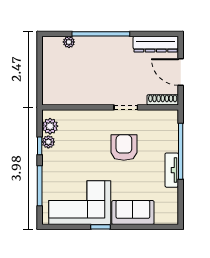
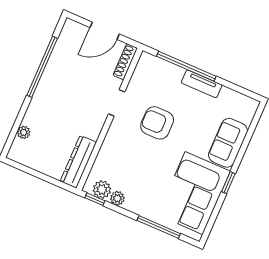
window: (101, 34) -> (42, 67), moved
dresser: (156, 44) -> (78, 162), moved, turned 180
window: (40, 146) -> (95, 199), moved

